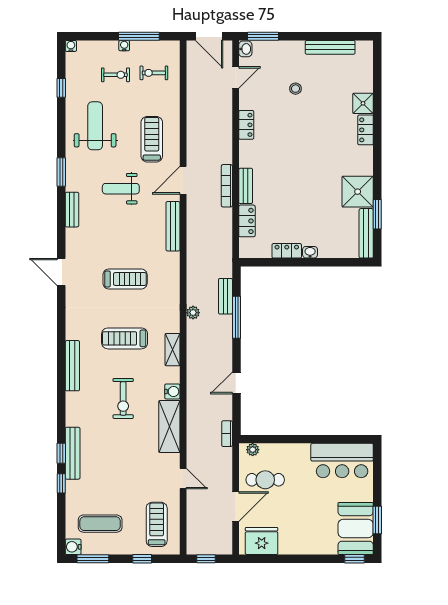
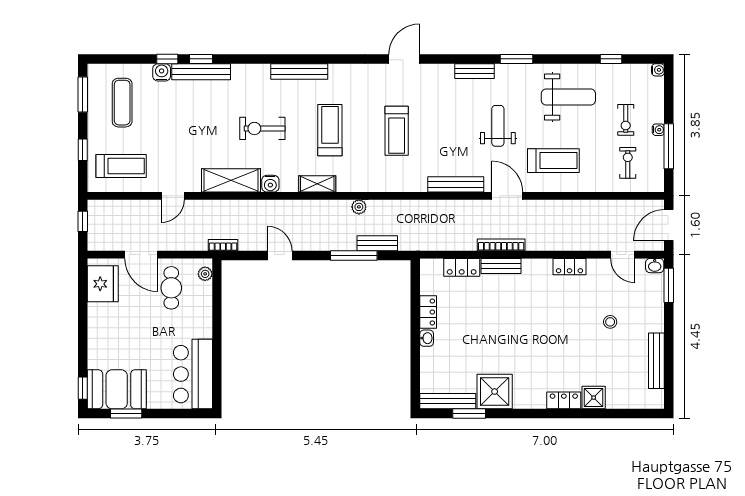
water cooler: (73, 547) -> (162, 72), moved

